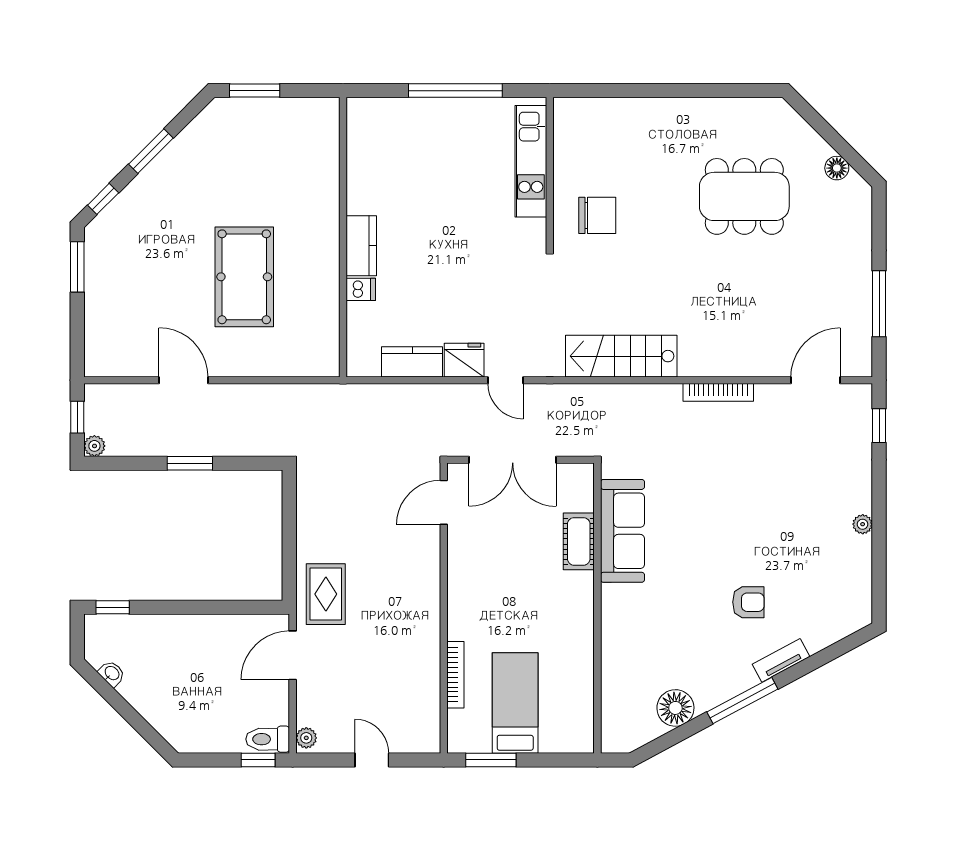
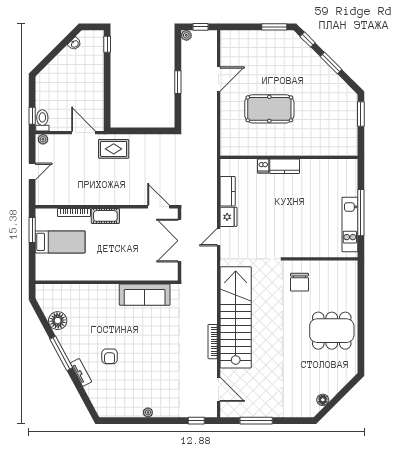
kitchen unit: (531, 161) -> (350, 224), moved, turned -90
dining table: (744, 196) -> (332, 331), moved, turned 90
stairs: (621, 356) -> (236, 317), width x1.86, depth x1.51
cot: (579, 541) -> (105, 216), moved

